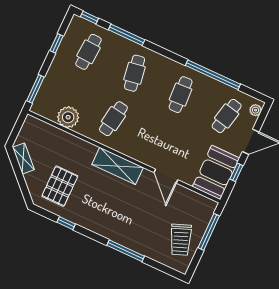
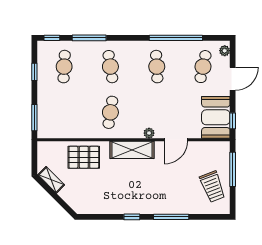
plant: (68, 117) -> (149, 133), moved, width x0.53, depth x0.53
window: (236, 172) -> (233, 121), moved
door: (166, 176) -> (176, 140), hinge flipped
pallet: (60, 186) -> (84, 157), moved, turned 90
window: (66, 223) -> (132, 217), moved

